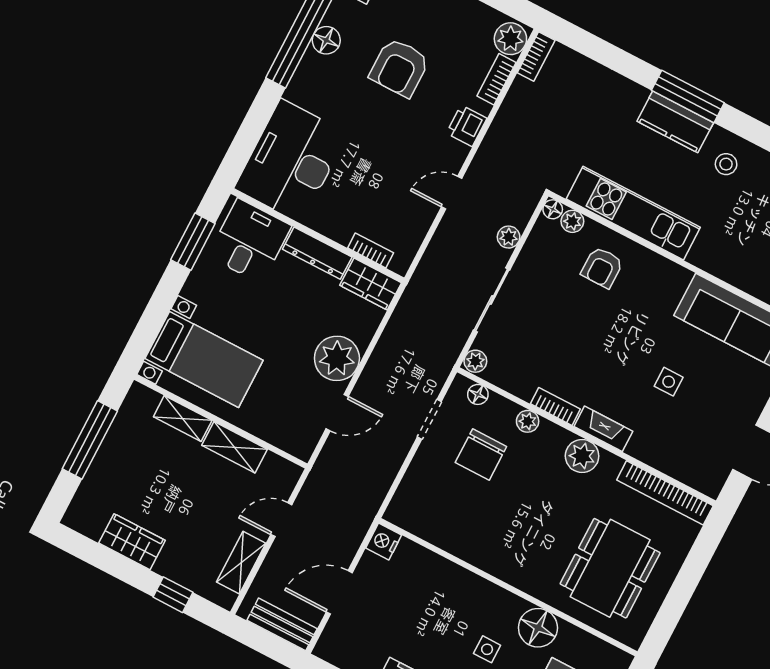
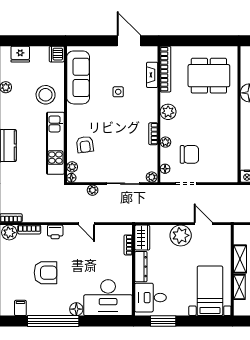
floor lamp: (326, 40) -> (76, 309), moved
stool: (726, 164) -> (46, 95), moved, width x1.89, depth x1.89
armchair: (602, 267) -> (85, 144), turned 83
fireplace: (603, 429) -> (152, 75), moved

